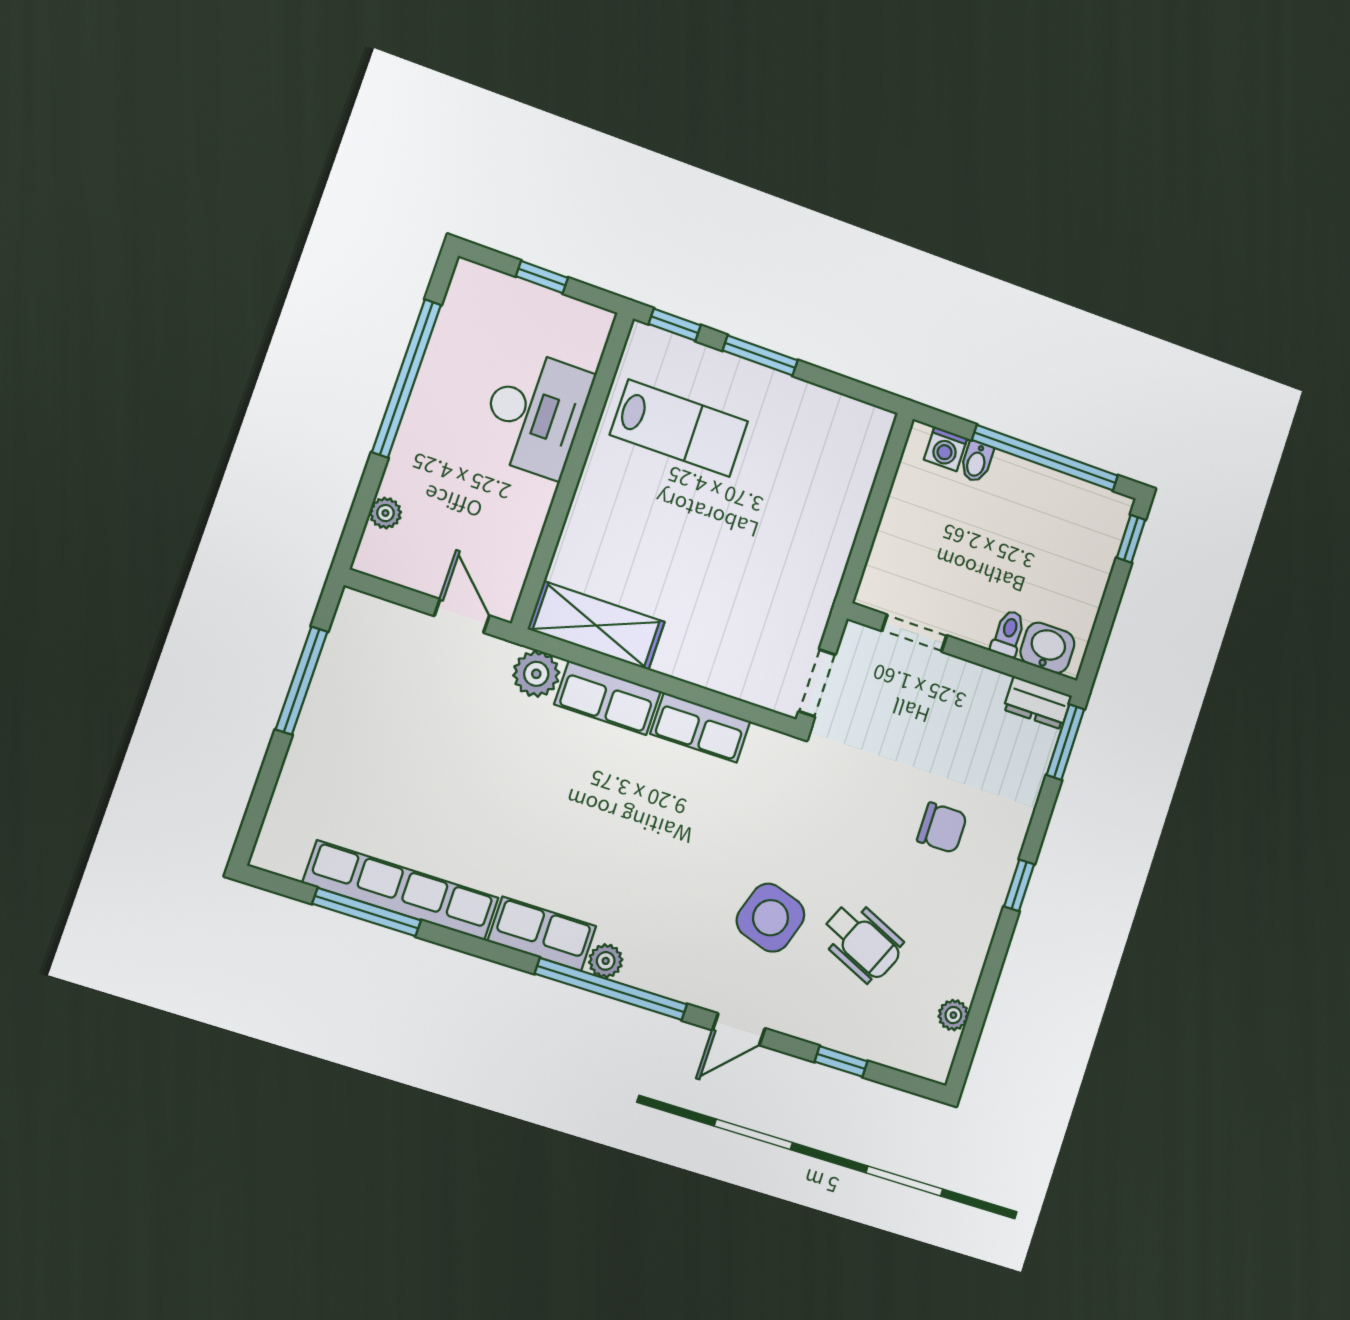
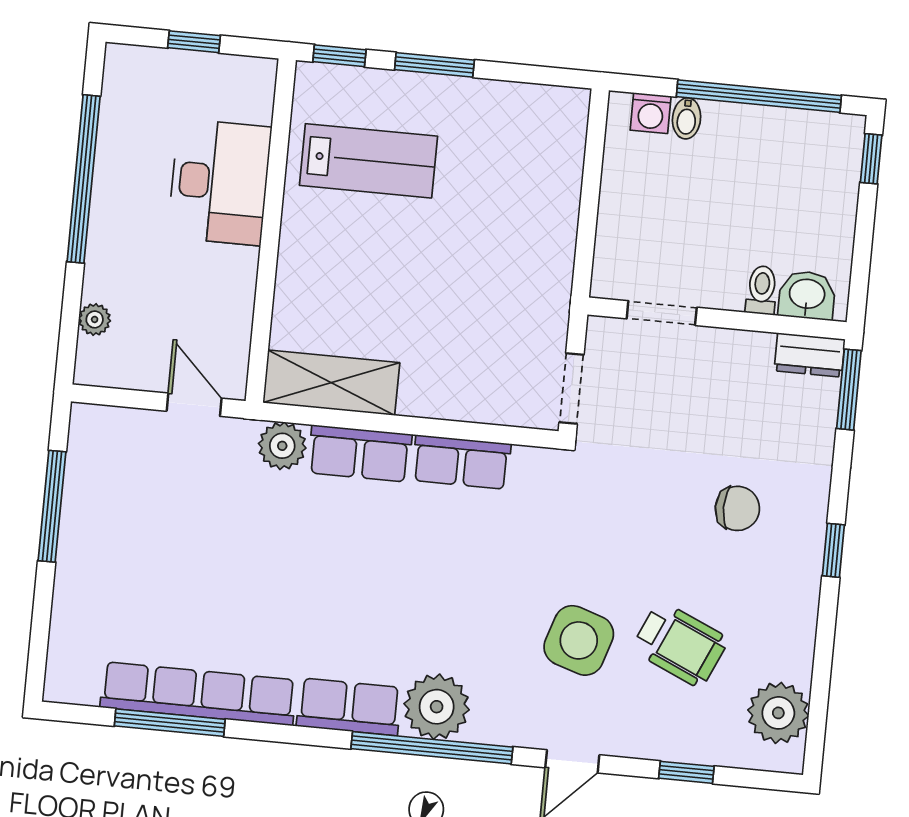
plant: (606, 961) -> (437, 707), width x1.88, depth x1.88
plant: (953, 1015) -> (778, 713), width x1.88, depth x1.88

